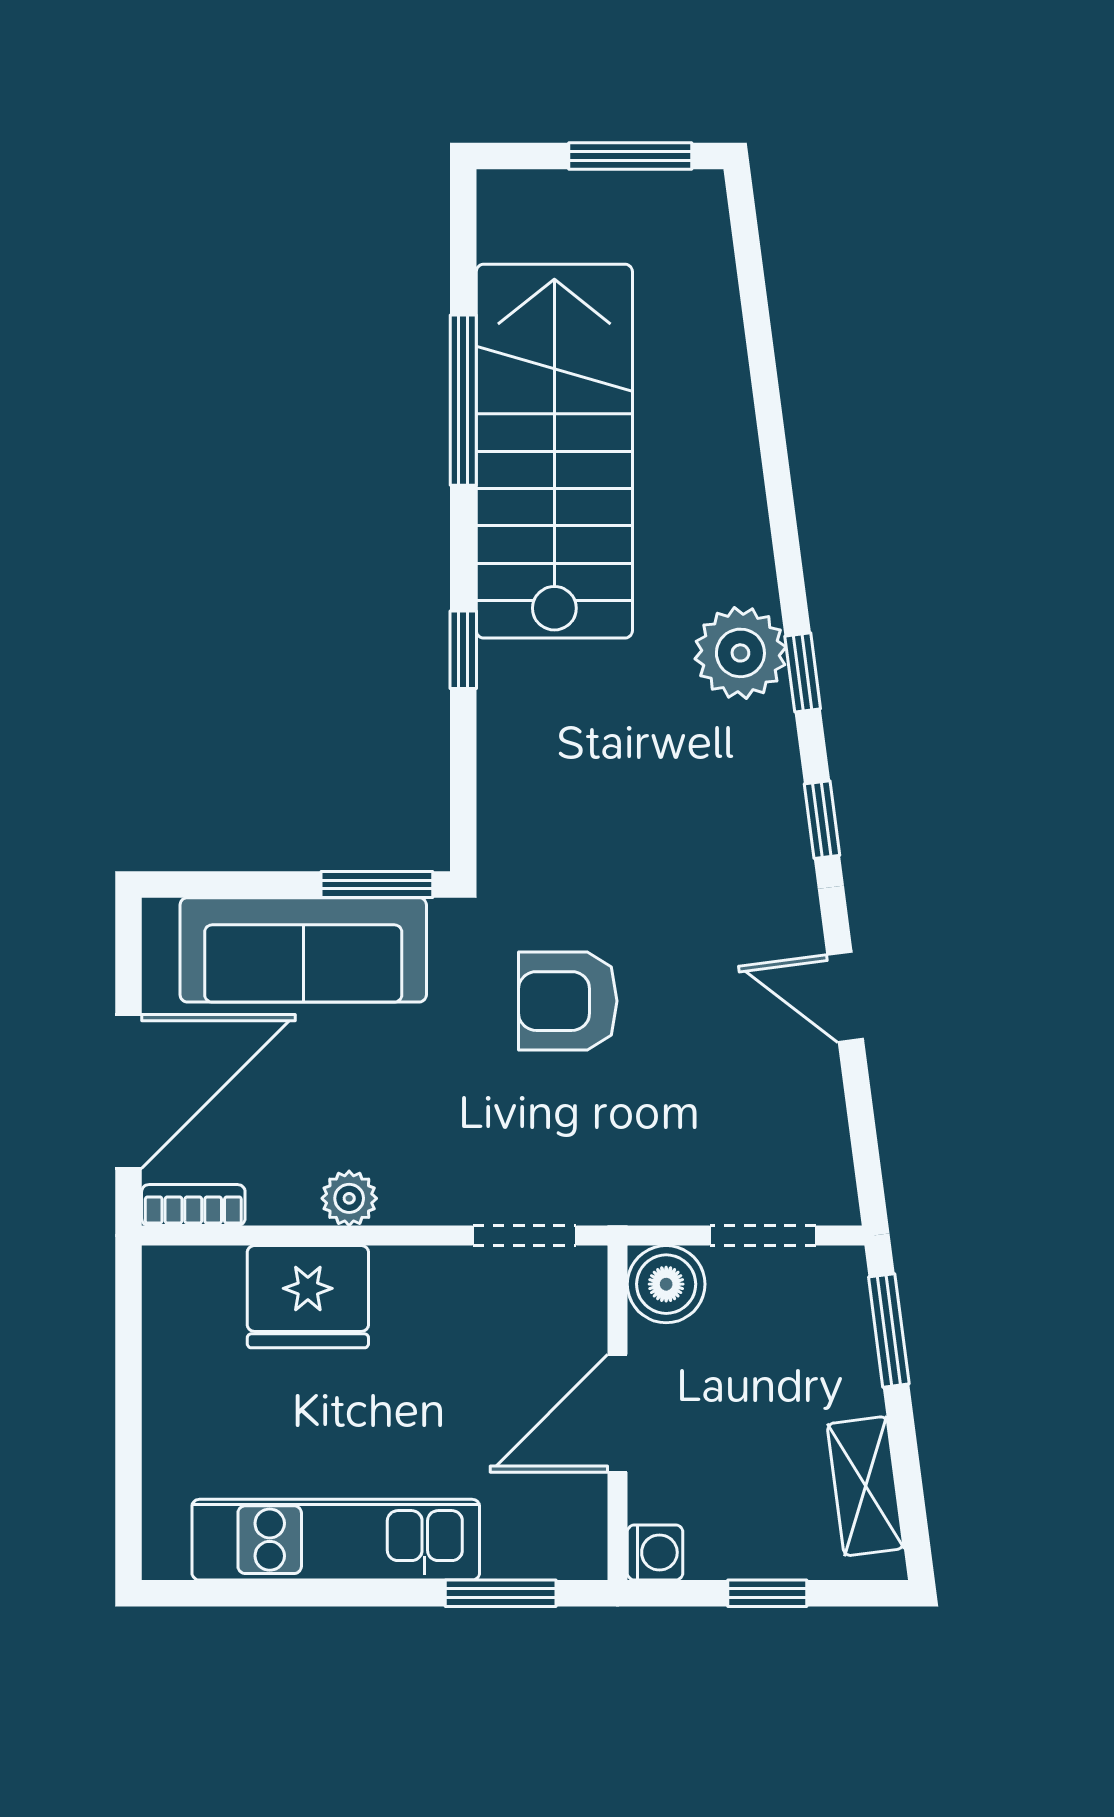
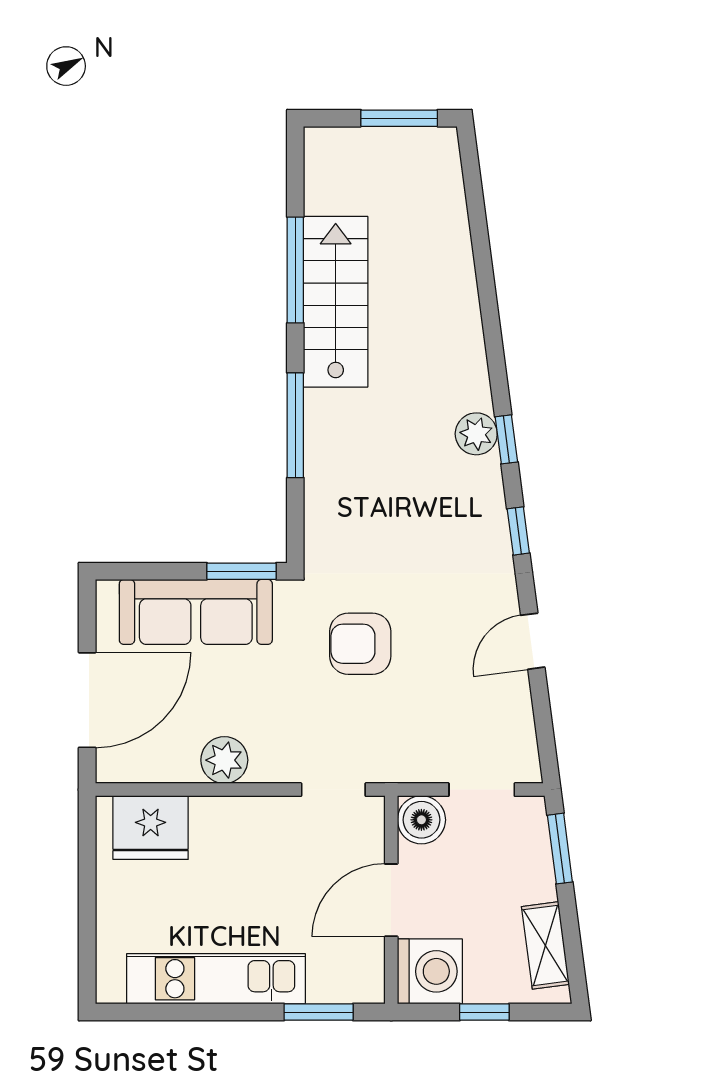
stairs: (554, 451) -> (336, 302), width x0.73, depth x0.66
window: (463, 650) -> (295, 425), width x2.17
plant: (740, 653) -> (476, 434), width x0.73, depth x0.73
door: (845, 997) -> (533, 641), hinge flipped
plant: (349, 1198) -> (224, 760), width x1.38, depth x1.38
bookcase: (193, 1205) -> (127, 771), removed
fridge: (308, 1297) -> (151, 828), moved
washing machine: (655, 1552) -> (430, 971), width x1.89, depth x1.89

